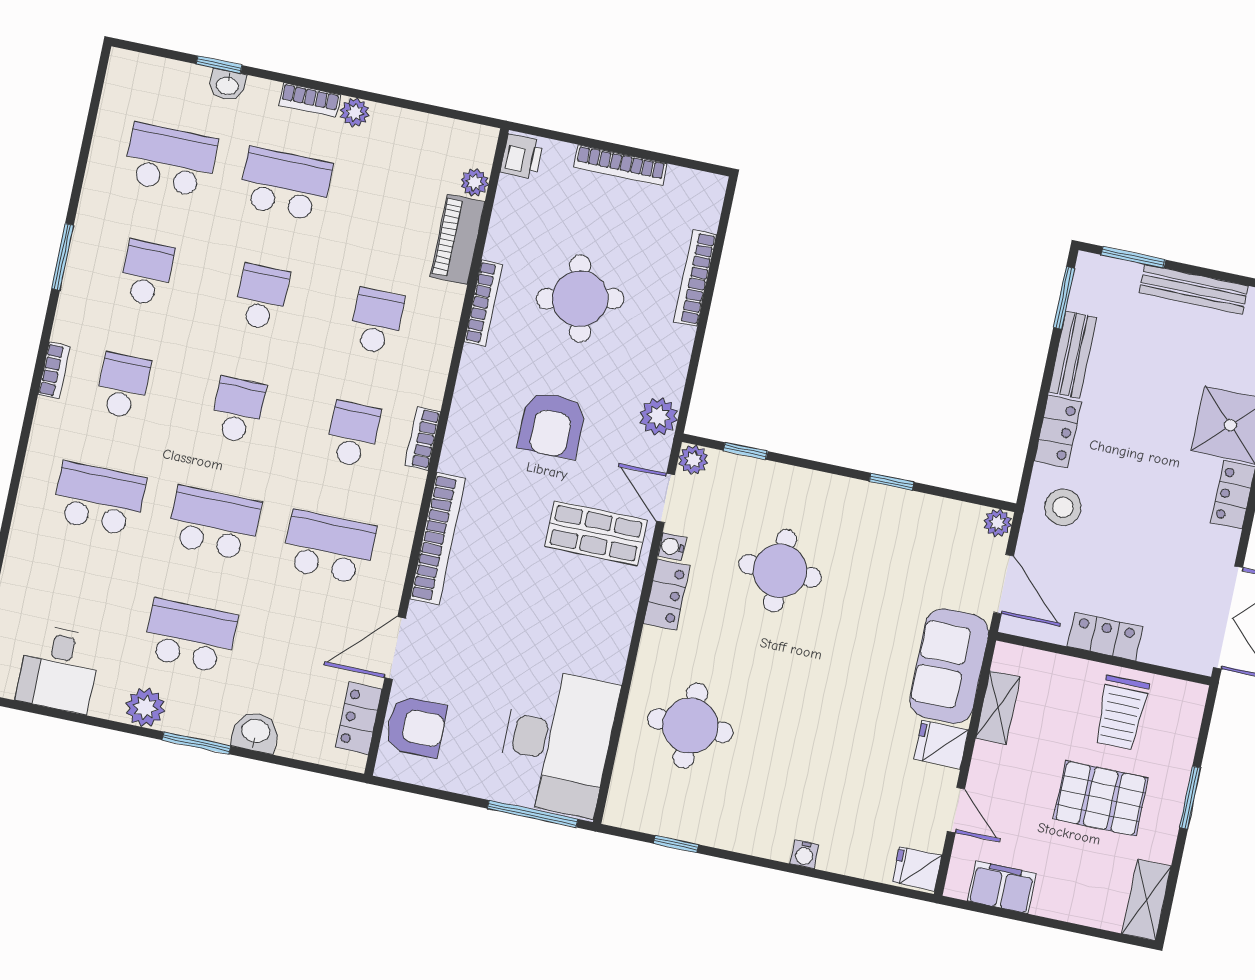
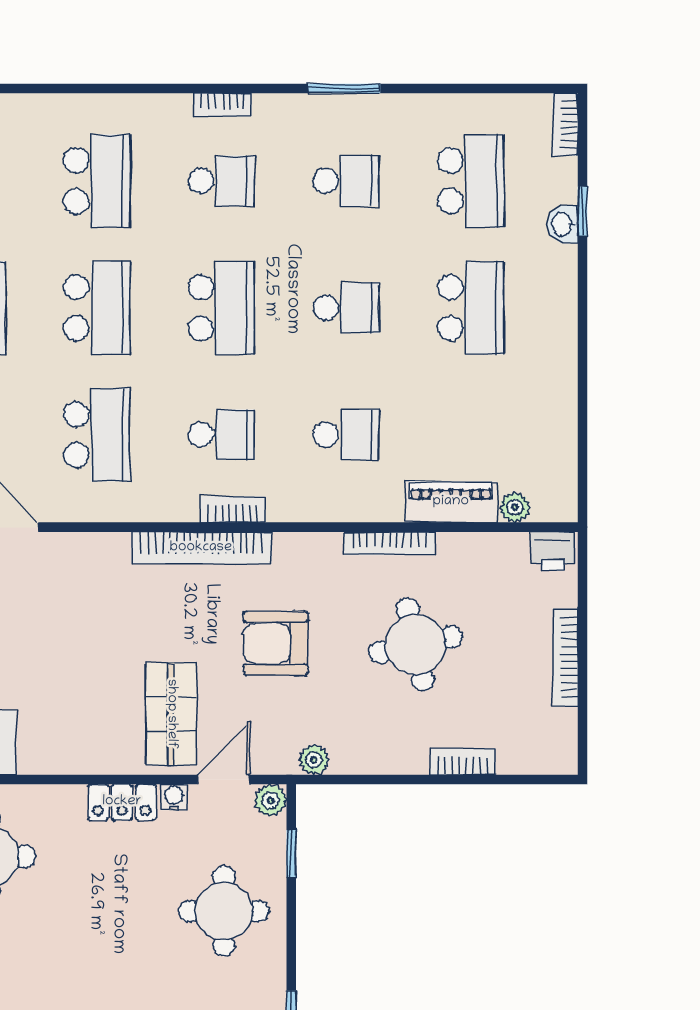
bookcase: (310, 100) -> (565, 124), moved
plant: (355, 113) -> (562, 365), removed
bookcase: (695, 278) -> (463, 762), width x0.64
school desk: (238, 410) -> (221, 308), width x1.85
plant: (659, 417) -> (314, 760), width x0.73, depth x0.73
bookcase: (438, 539) -> (201, 548), moved
round table: (780, 571) -> (224, 911), moved

